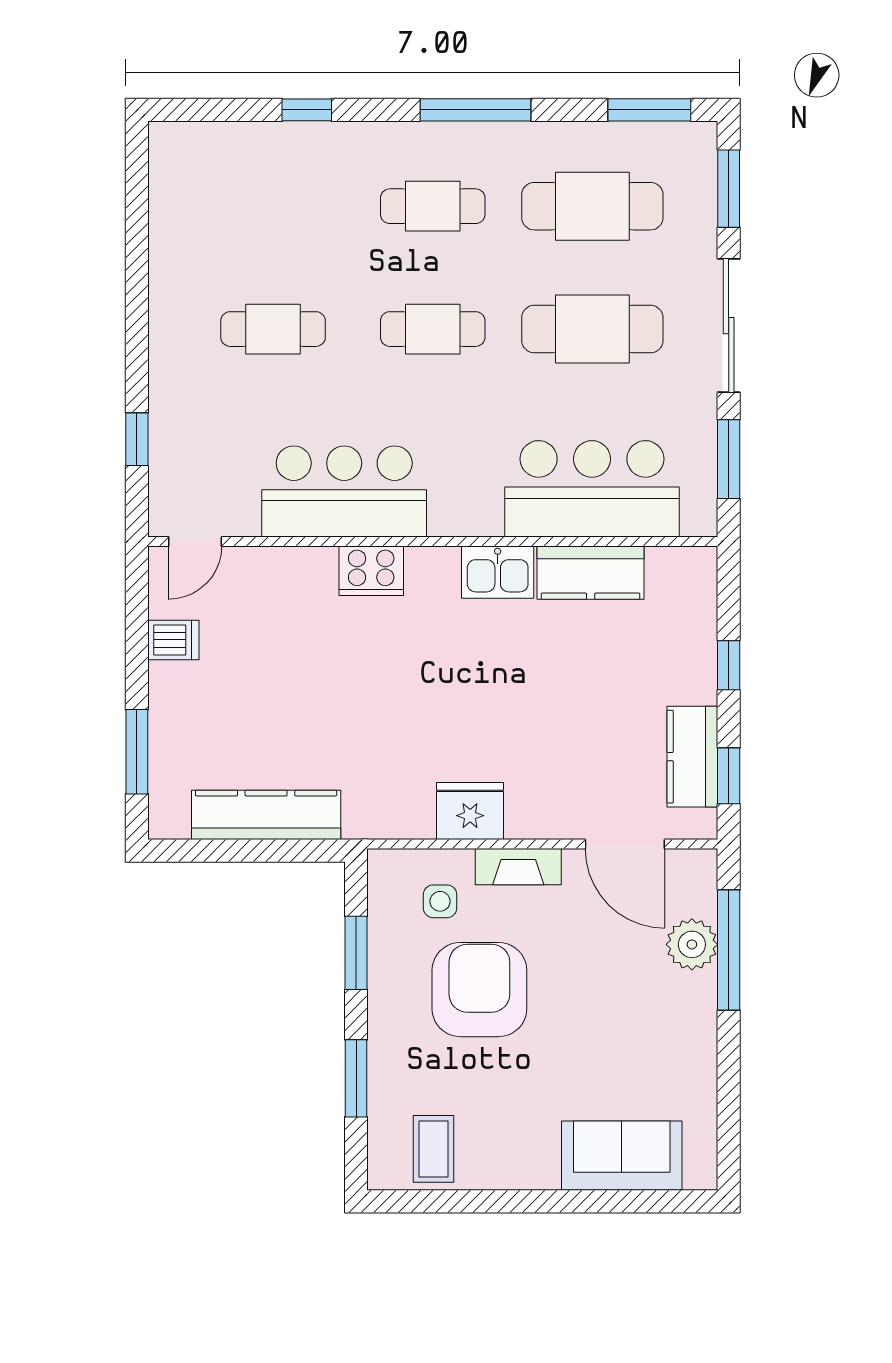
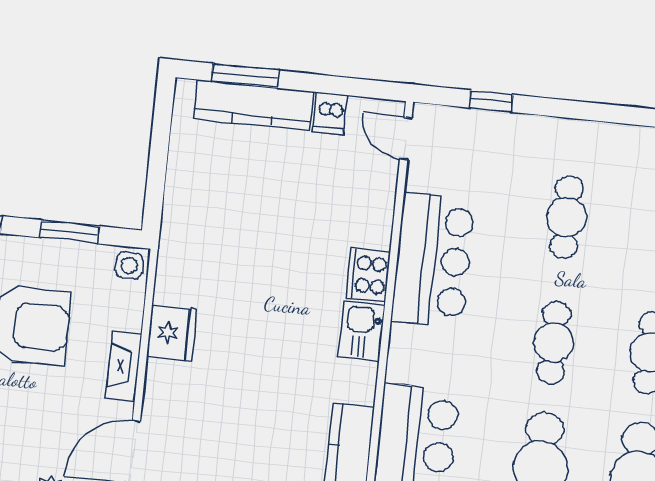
kitchen sink: (498, 572) -> (362, 331), moved
kitchen counter: (266, 815) -> (253, 105), moved, turned 90
side table: (440, 901) -> (129, 265), moved

